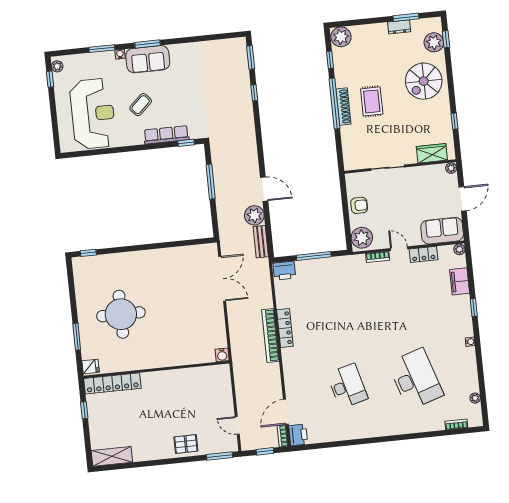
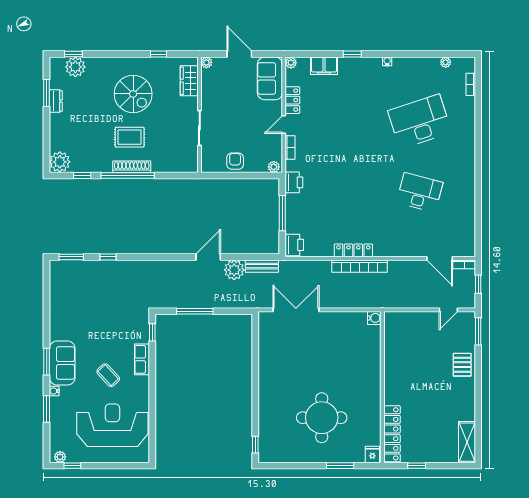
spiral stairs: (424, 81) -> (133, 94), moved
row of seats: (166, 135) -> (142, 359), width x0.68
plant: (362, 238) -> (274, 167), width x0.53, depth x0.53
desk: (347, 386) -> (420, 192), turned 30
printer: (298, 435) -> (294, 182), moved, turned 90

